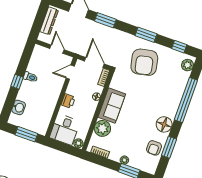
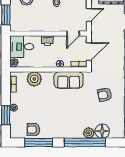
armchair: (144, 62) -> (105, 95), width x0.53, depth x0.53
plant: (187, 65) -> (89, 133), moved
door: (70, 72) -> (73, 34), swing flipped
sofa: (112, 106) -> (69, 80), moved
floor lamp: (164, 124) -> (102, 131), moved
window: (169, 147) -> (39, 142), width x1.44

